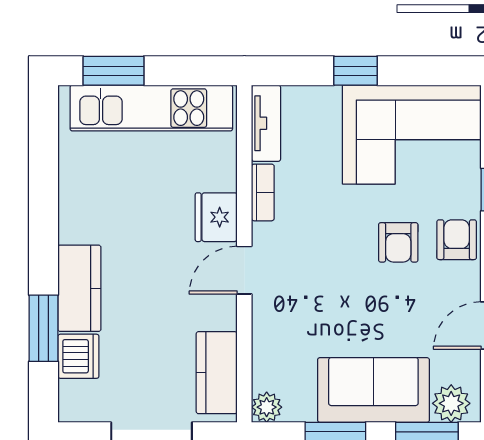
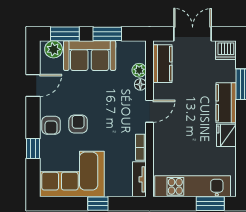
fridge: (216, 217) -> (226, 135), moved, turned 180
floor lamp: (264, 328) -> (140, 84), added
dishwasher: (78, 356) -> (226, 50), moved, turned -90
plant: (267, 407) -> (139, 70), moved

